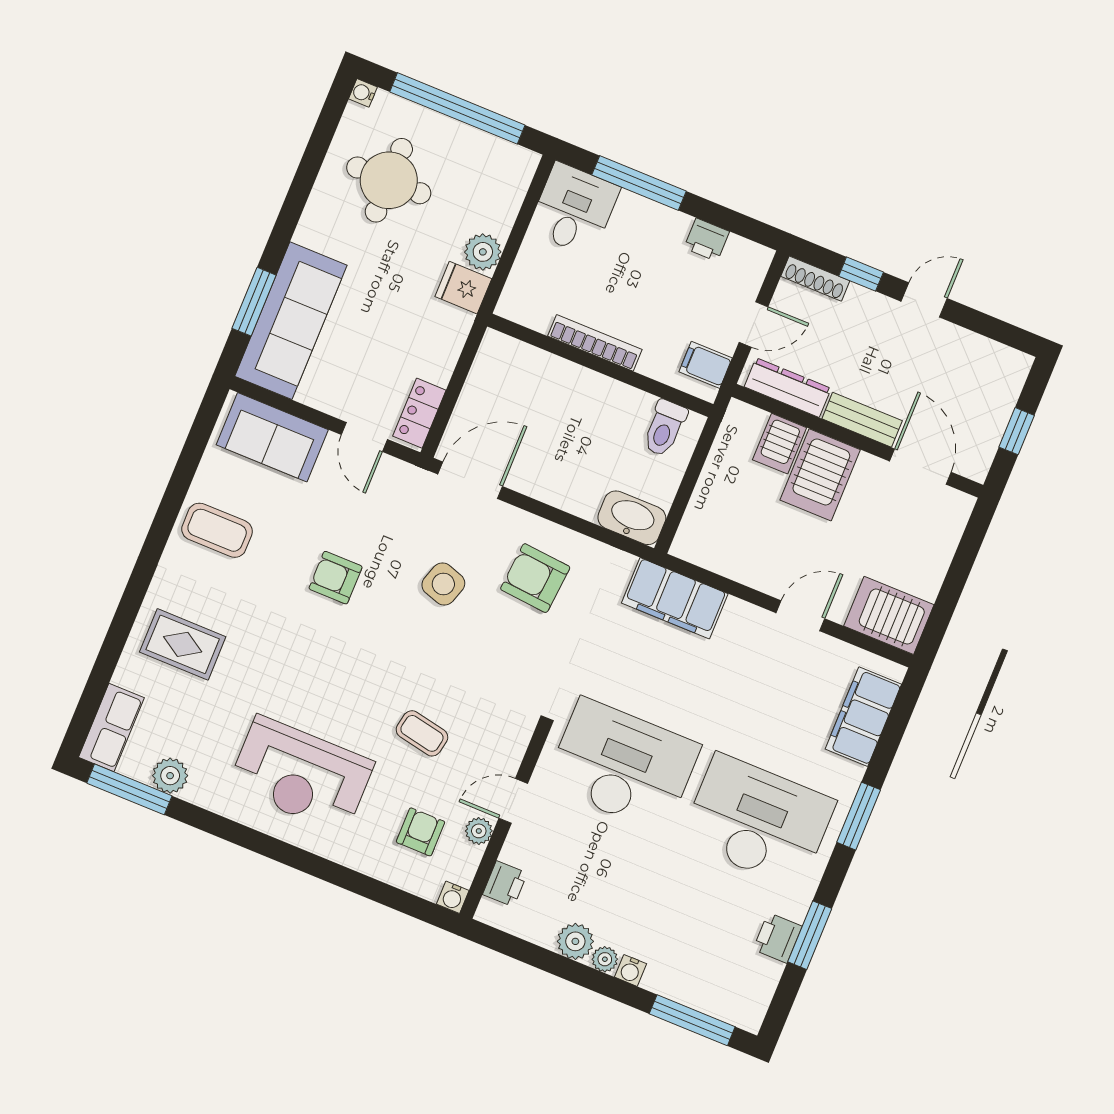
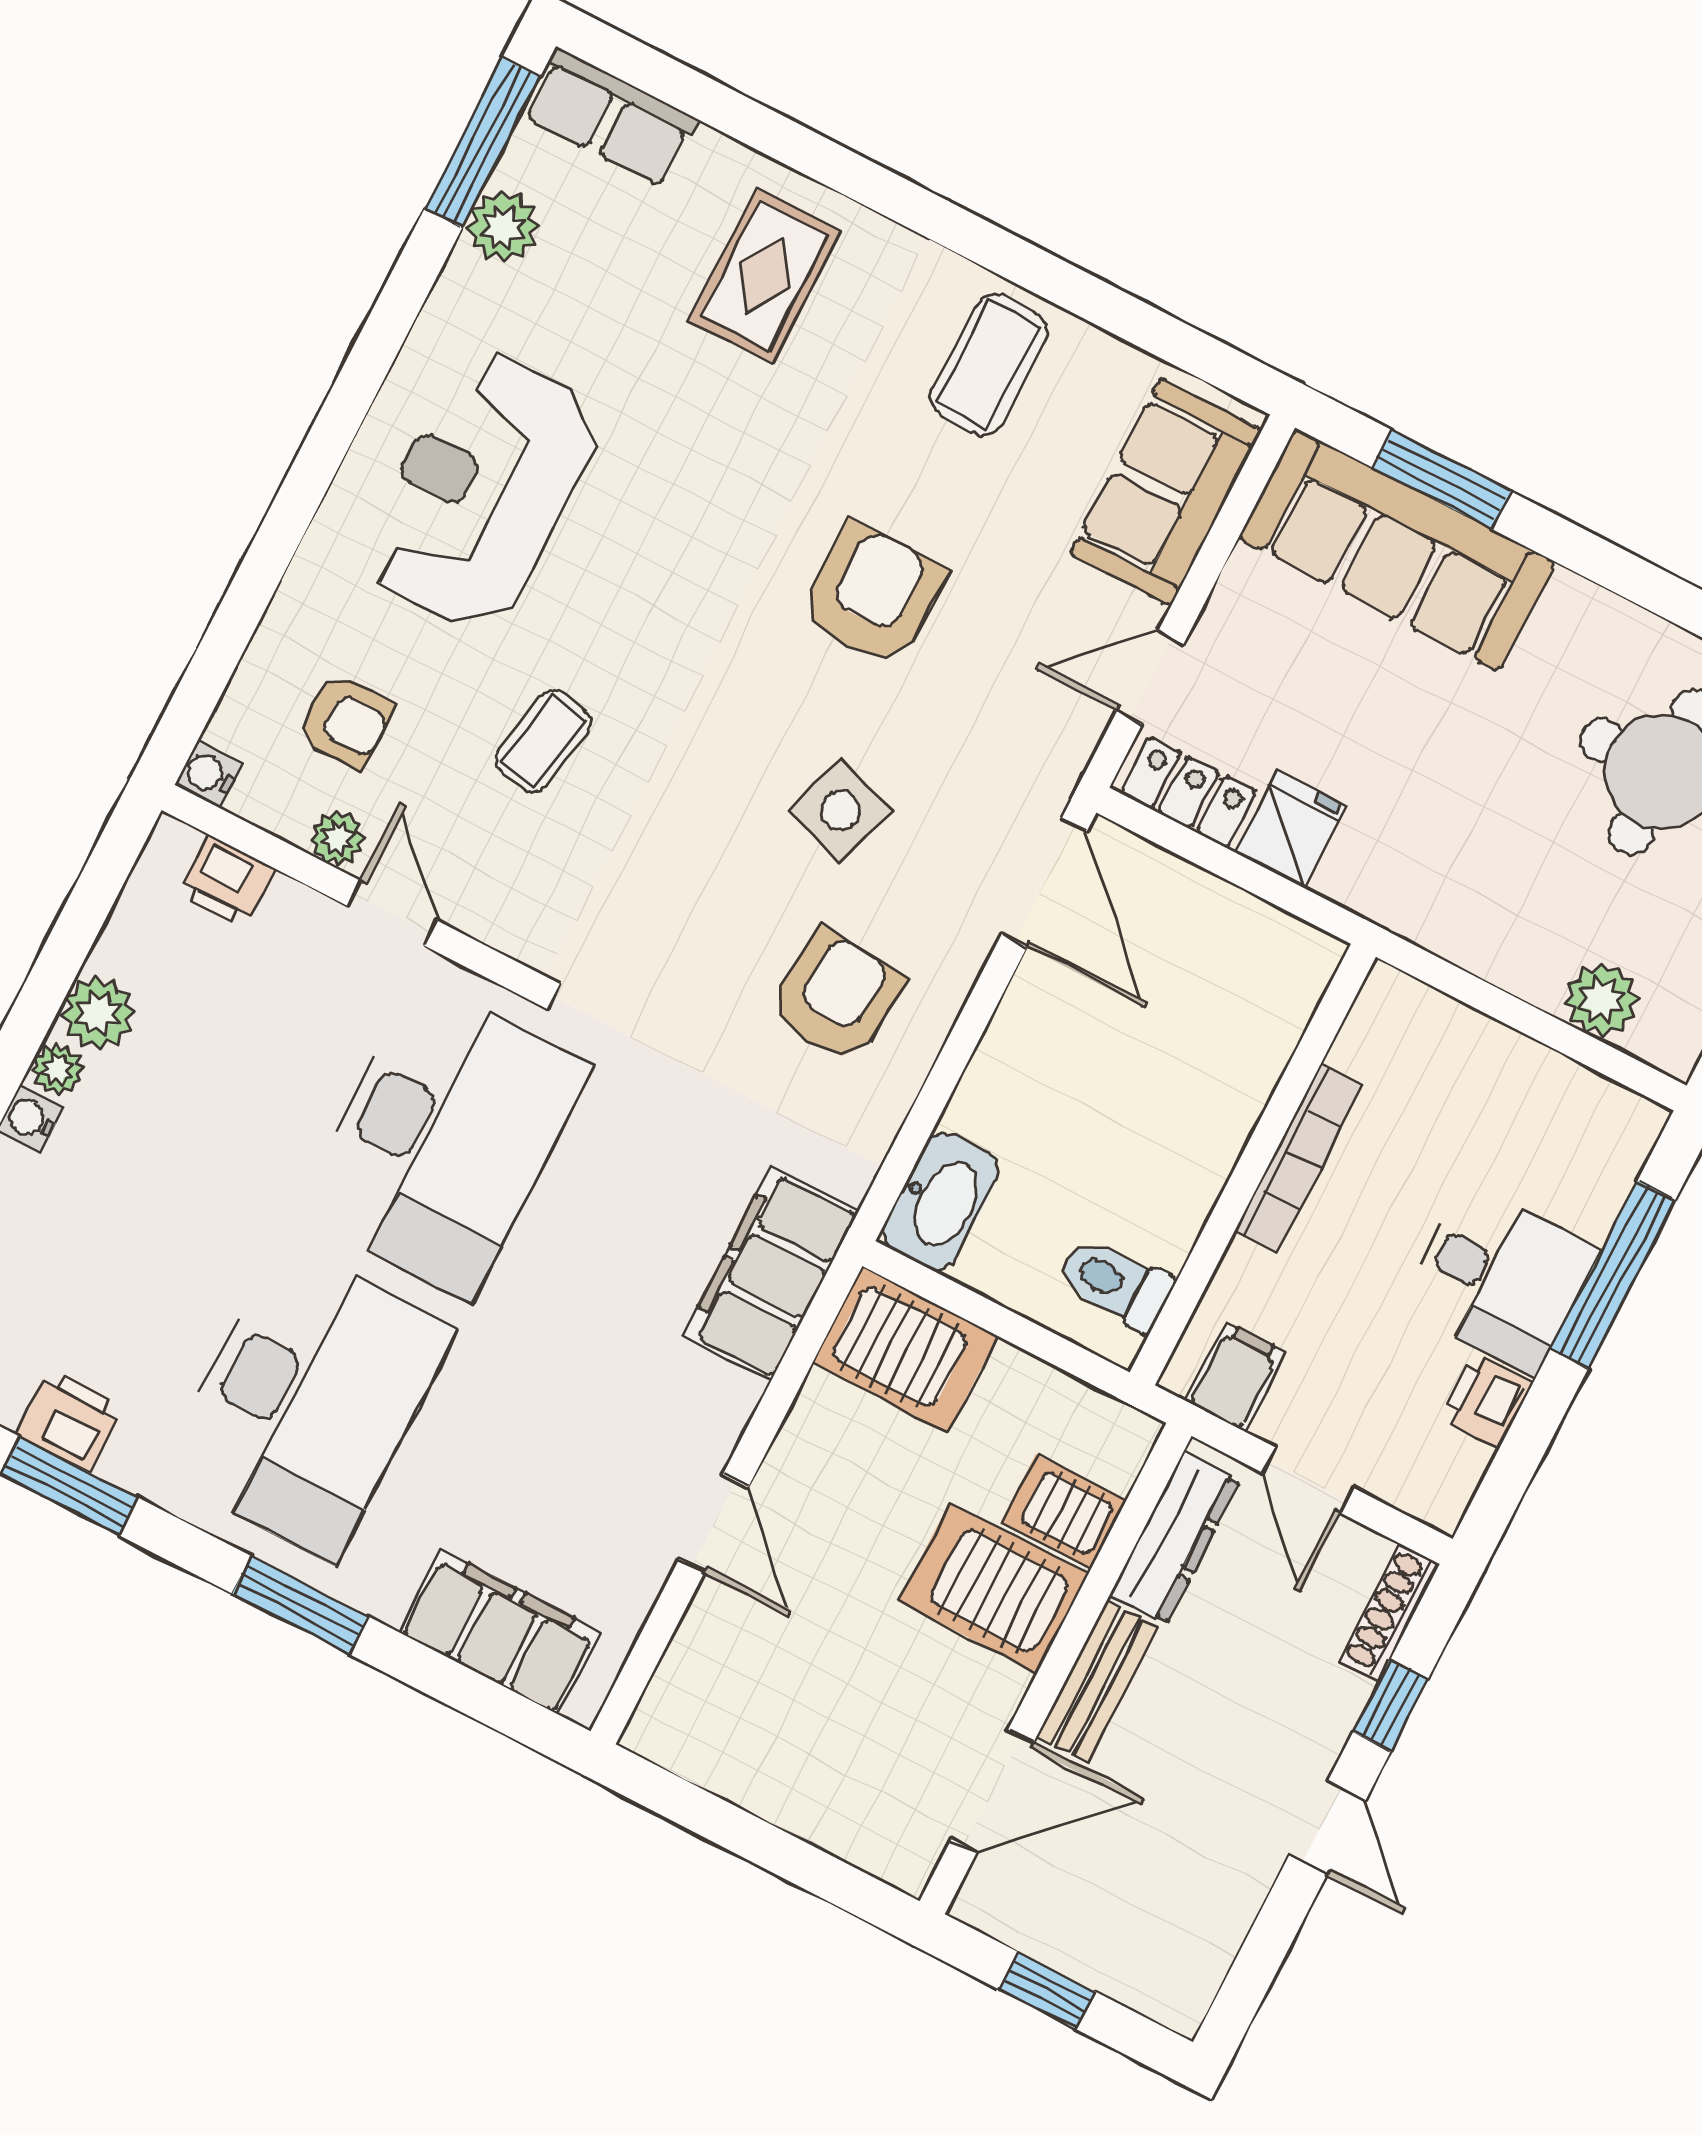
desk: (574, 209) -> (1500, 1279), moved
plant: (483, 252) -> (1602, 1000), moved
fridge: (463, 288) -> (1291, 829), moved
armchair: (336, 578) -> (872, 595), width x1.38, depth x1.38
server rack: (889, 615) -> (905, 1349), moved, turned 90

